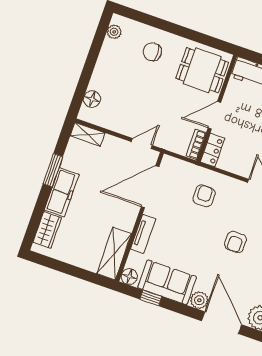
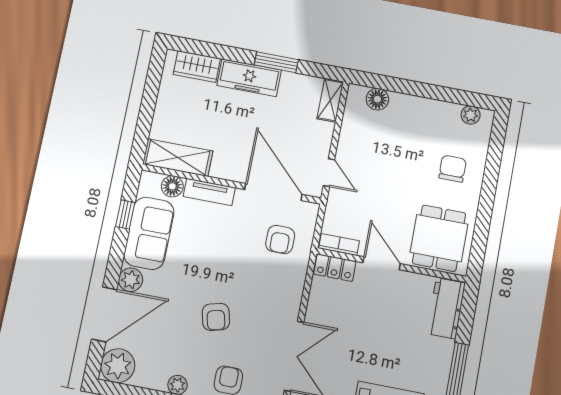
armchair: (204, 196) -> (280, 240), moved, turned 90
armchair: (236, 242) -> (216, 317), turned -104
floor lamp: (129, 277) -> (172, 186), moved

